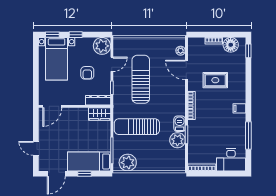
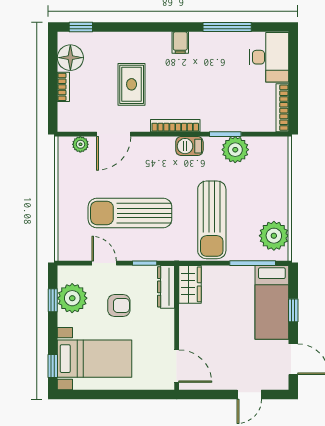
window: (76, 35) -> (53, 300), moved
plant: (102, 46) -> (72, 298), moved
barbecue: (180, 124) -> (189, 146), moved

